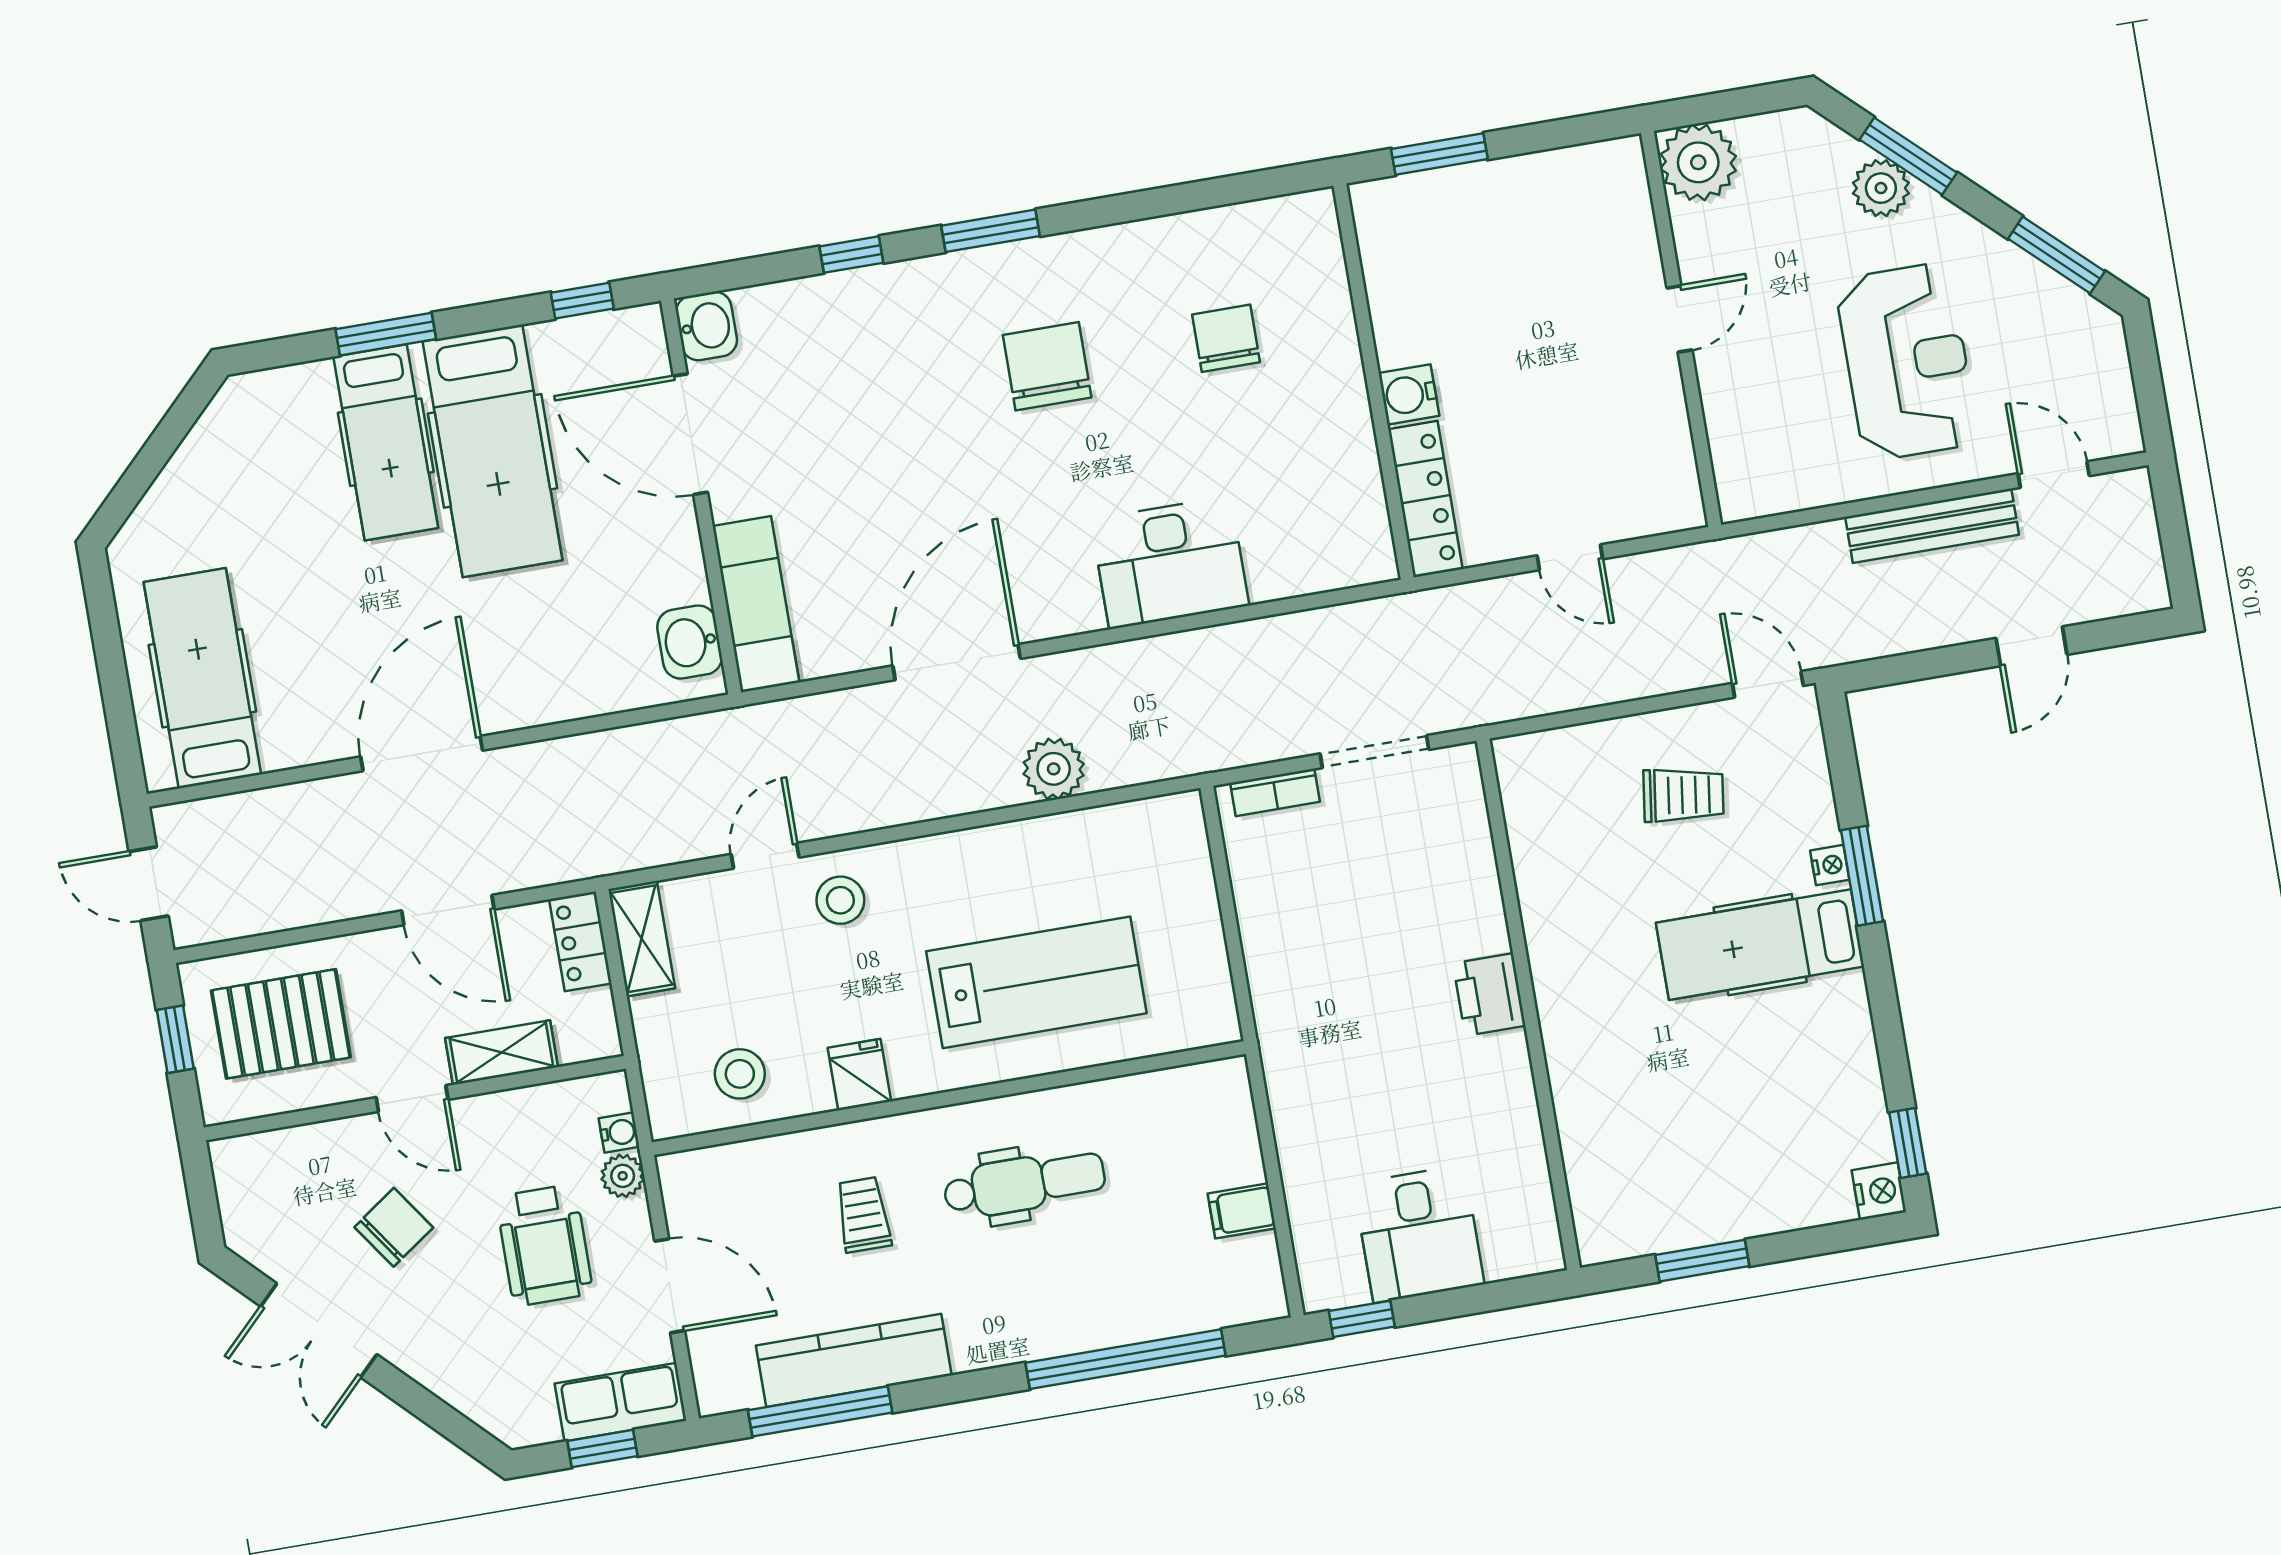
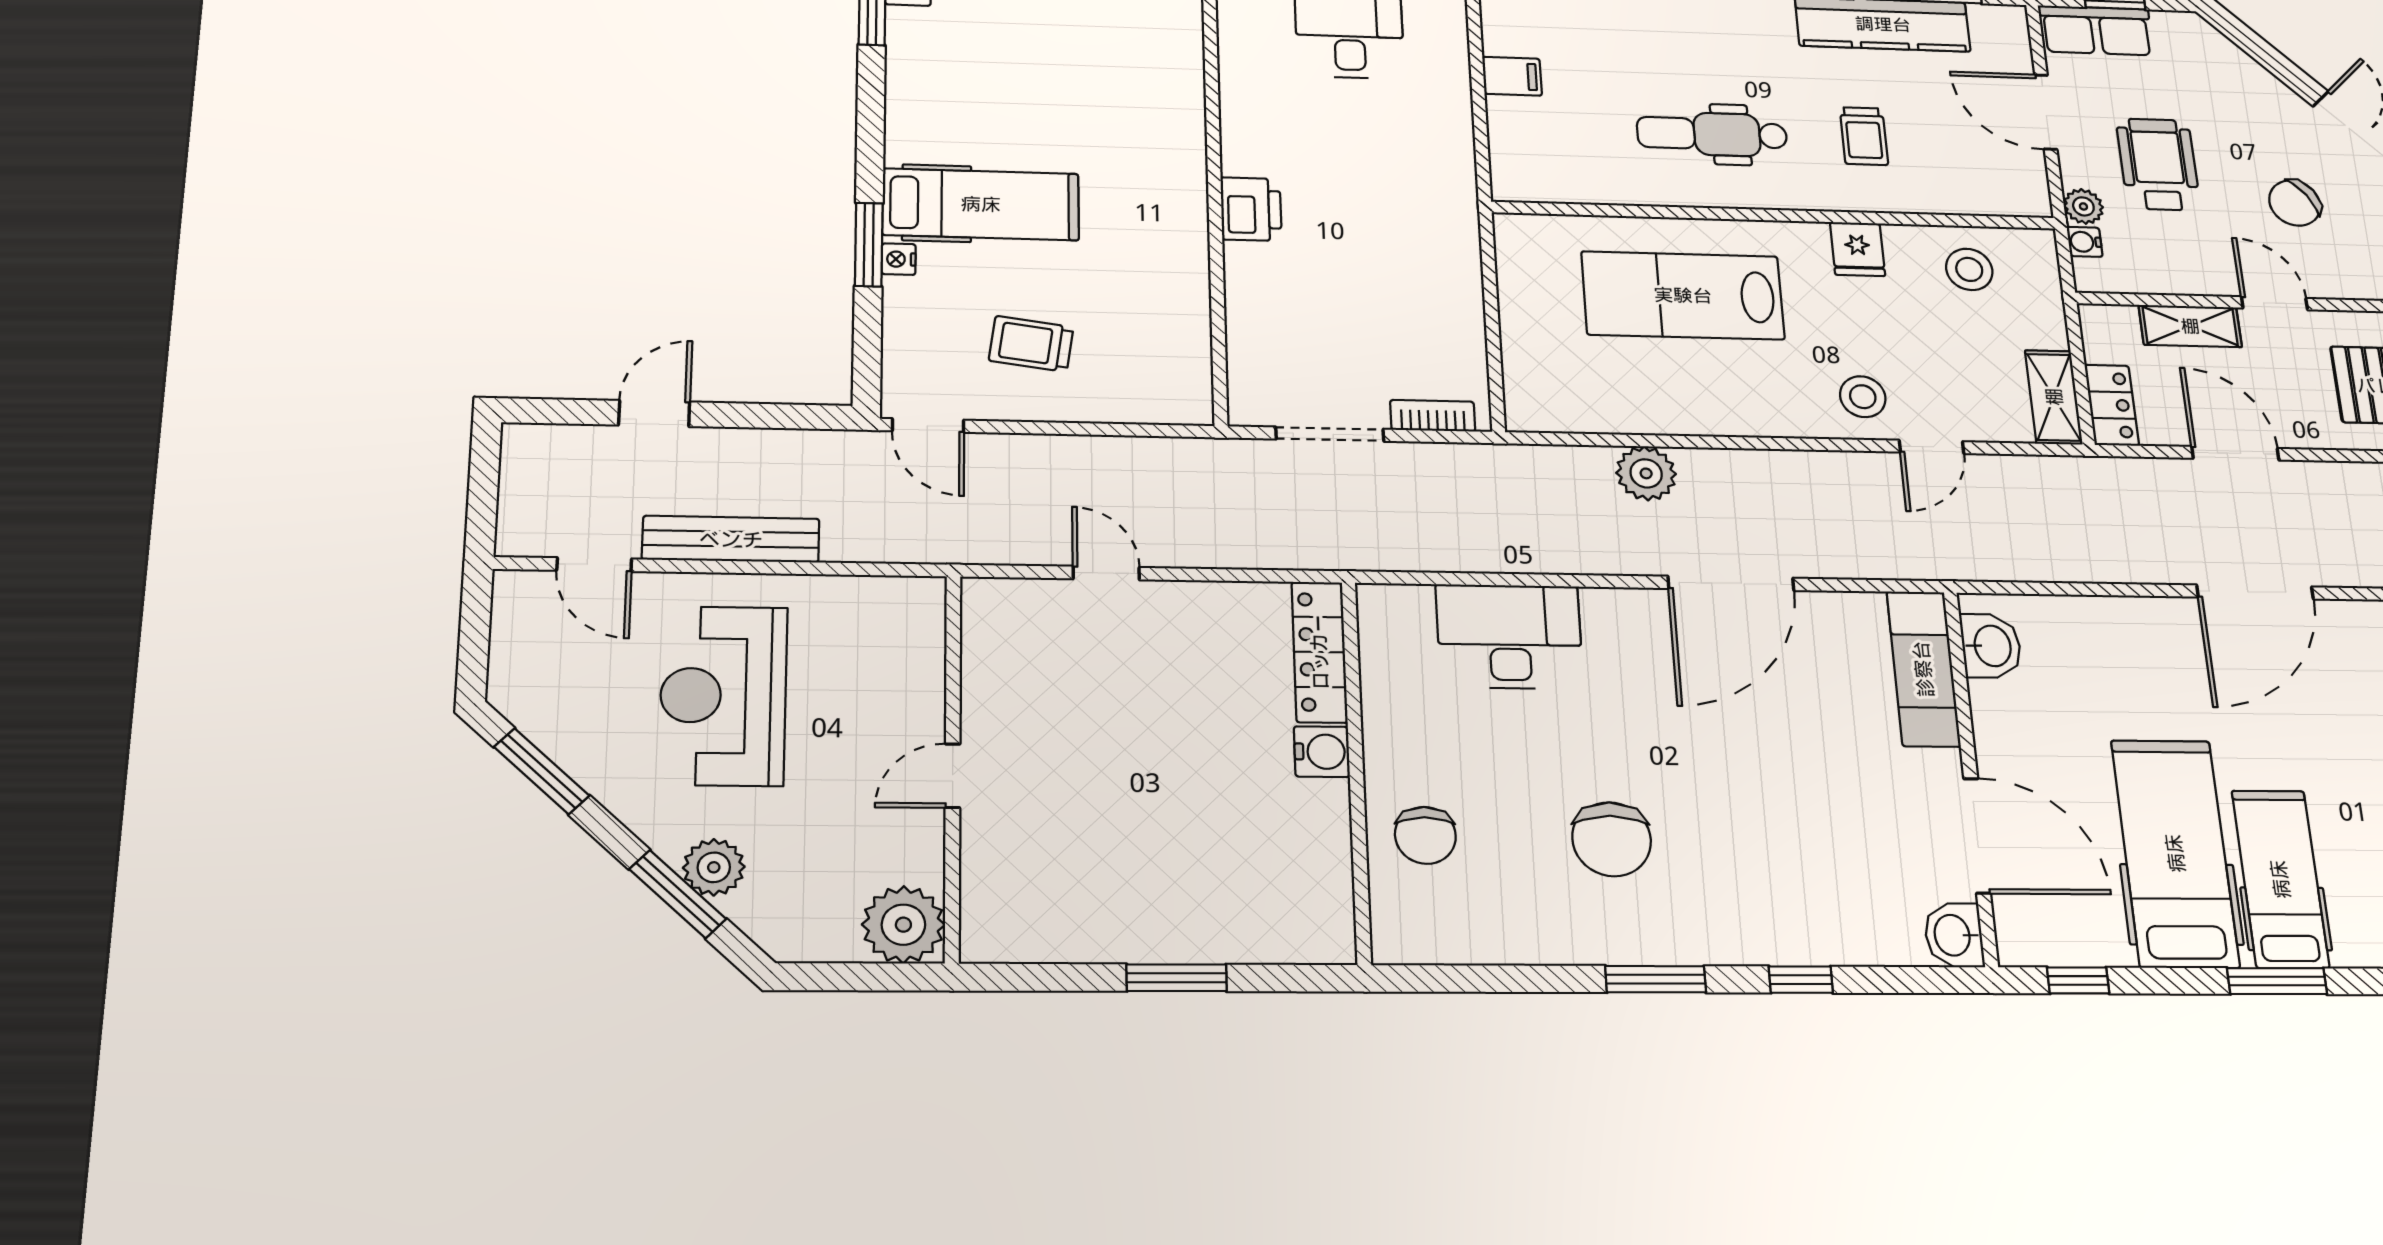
wall: (1374, 382) -> (1356, 770), moved
water cooler: (1409, 394) -> (1322, 752), moved
locker: (1425, 499) -> (1319, 652), moved

